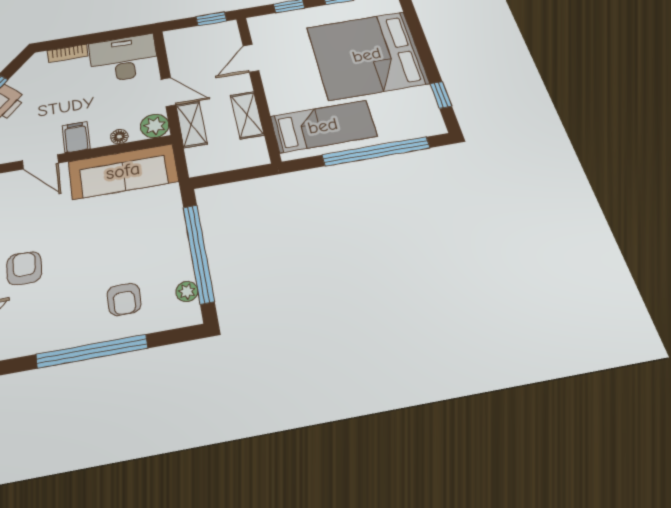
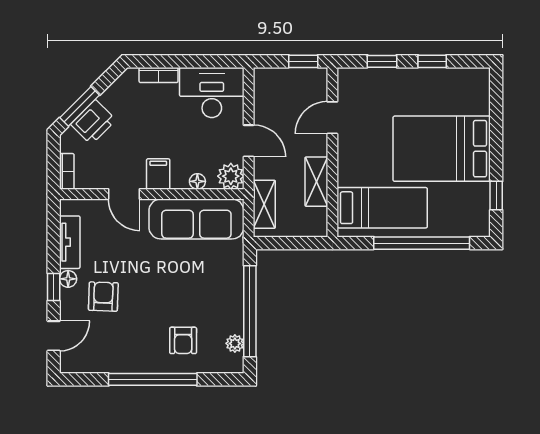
bed: (367, 55) -> (442, 149), width x0.73
shelving: (191, 124) -> (264, 204), moved

